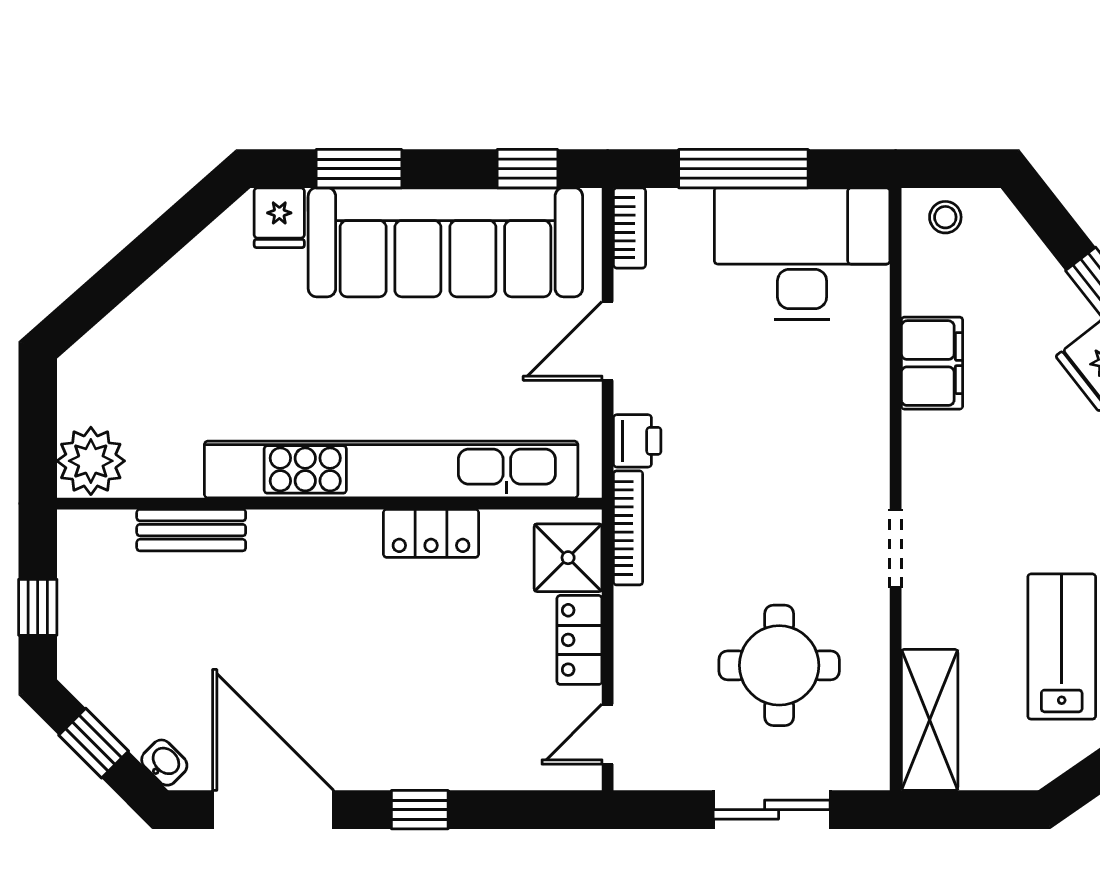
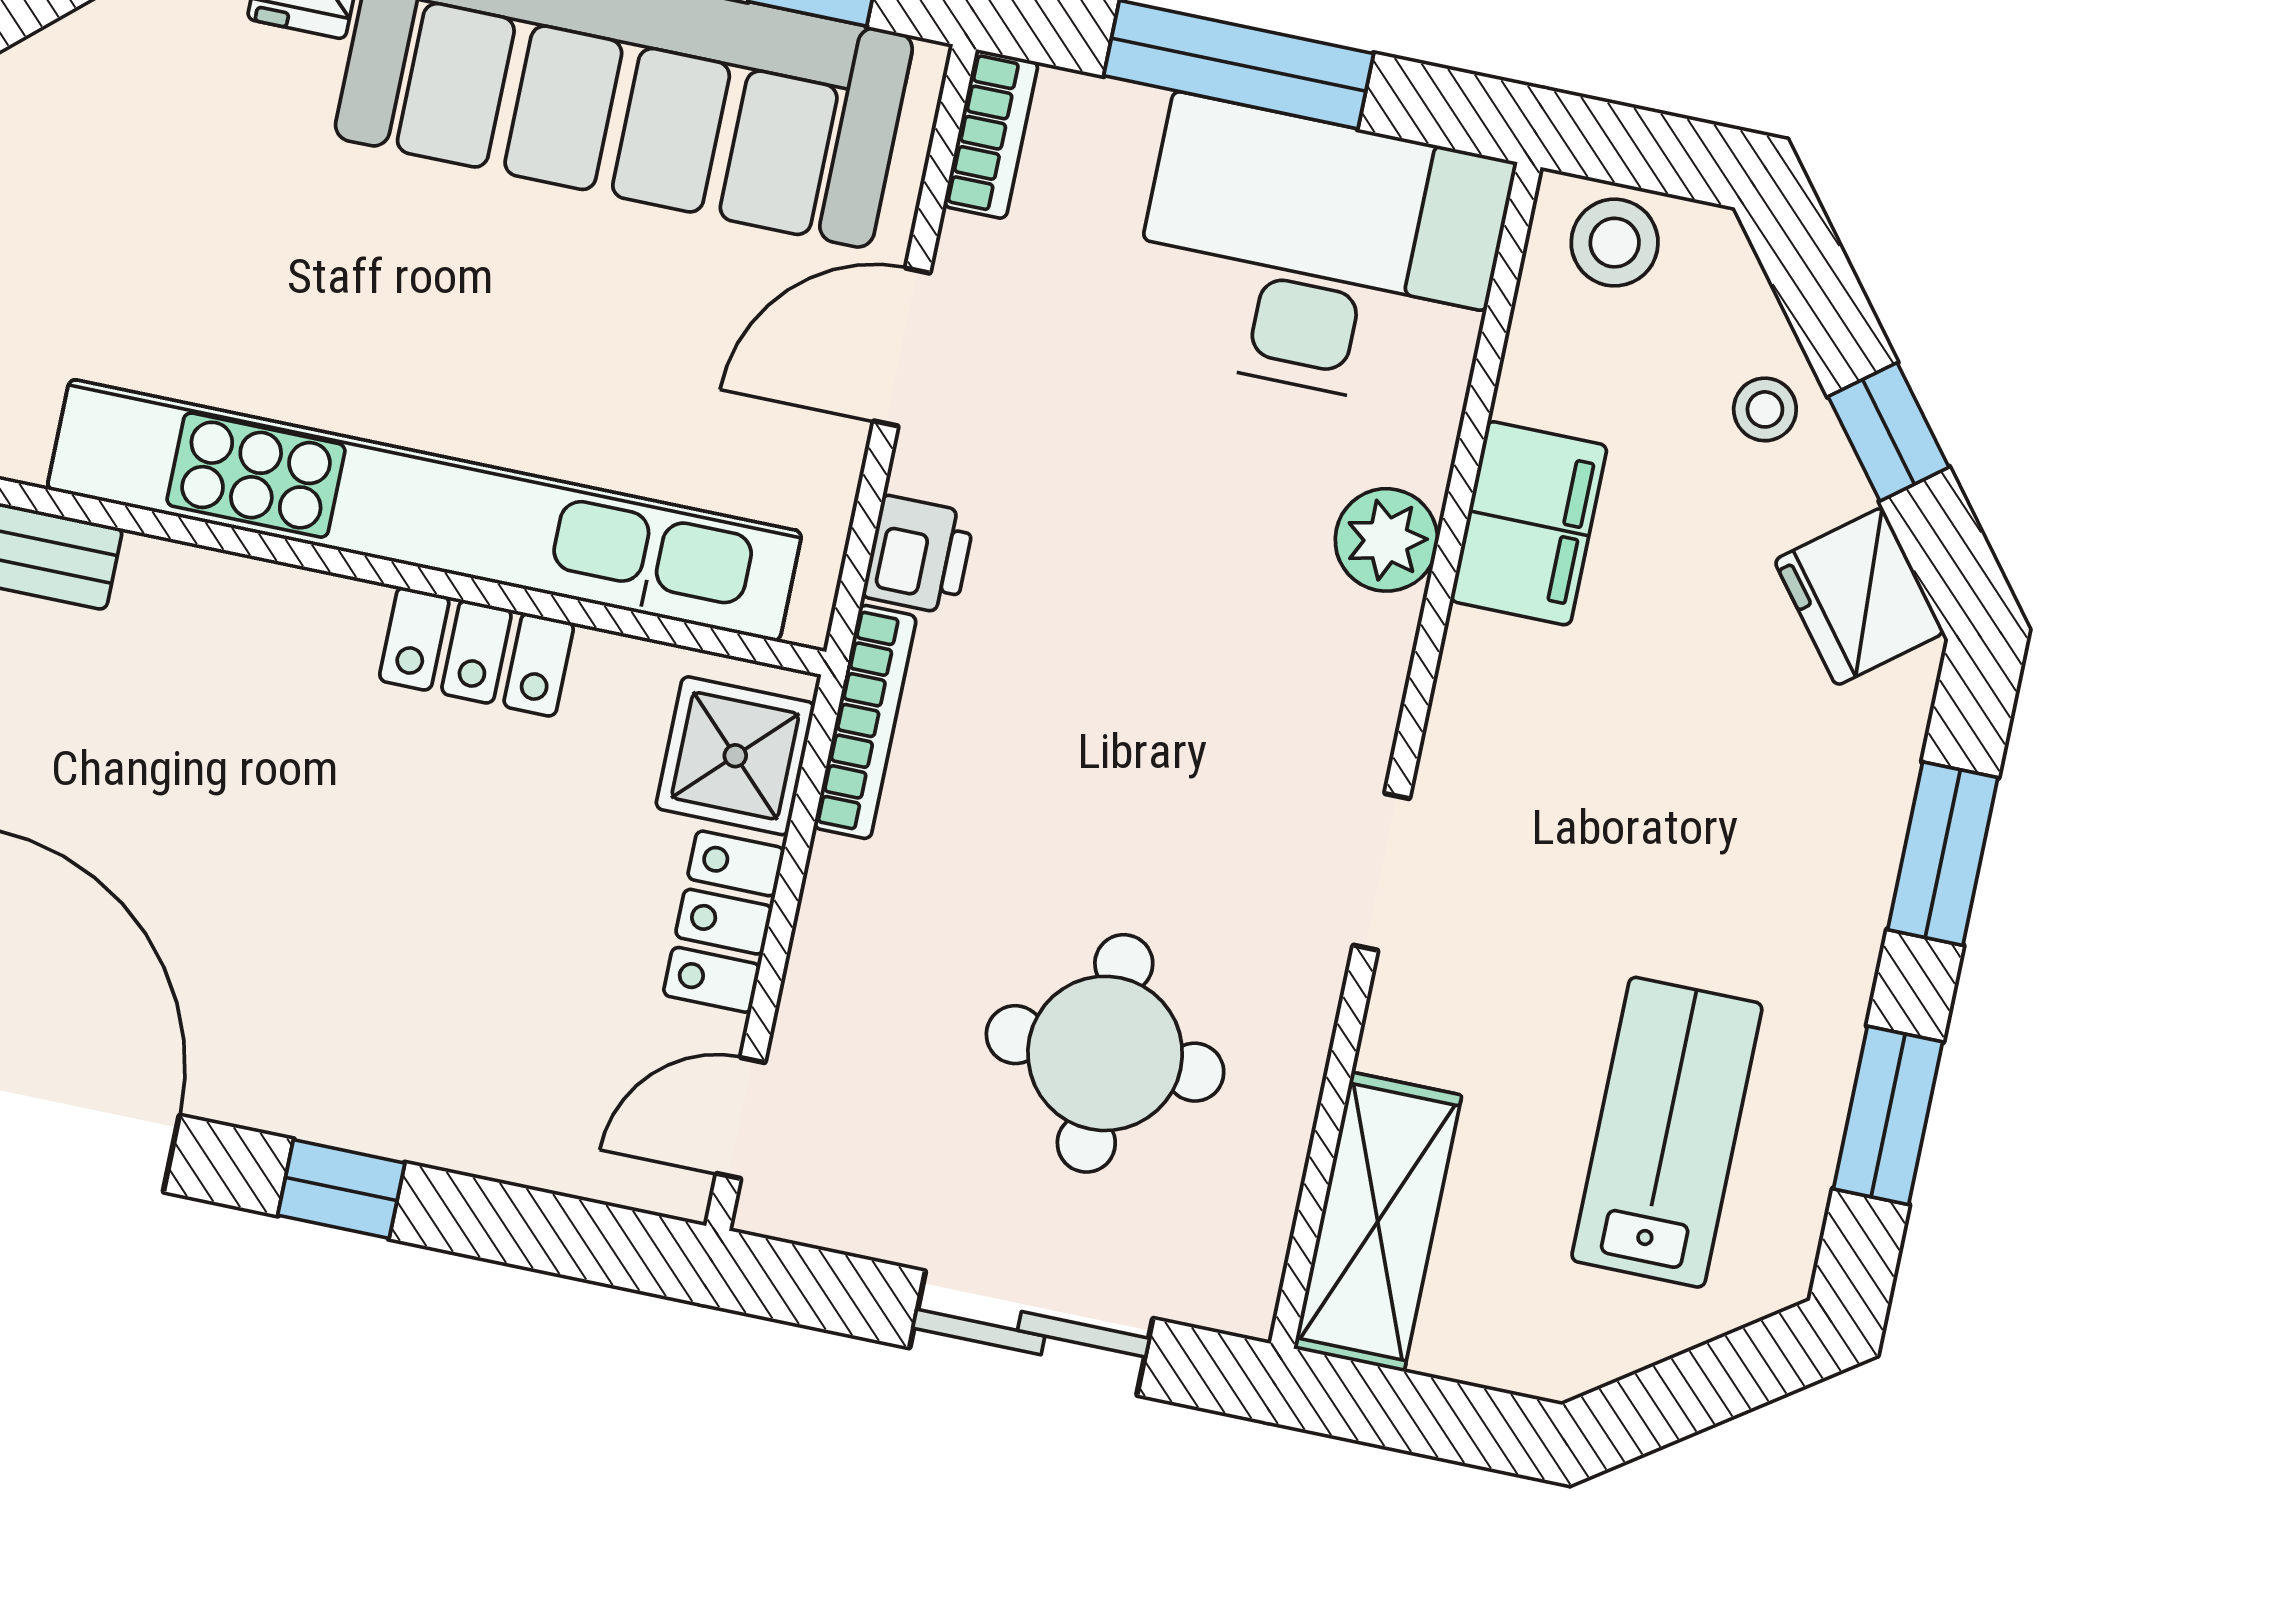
stool: (945, 217) -> (1615, 243), width x1.37, depth x1.37
stool: (1036, 283) -> (1765, 409), added
plant: (864, 386) -> (1386, 540), added

